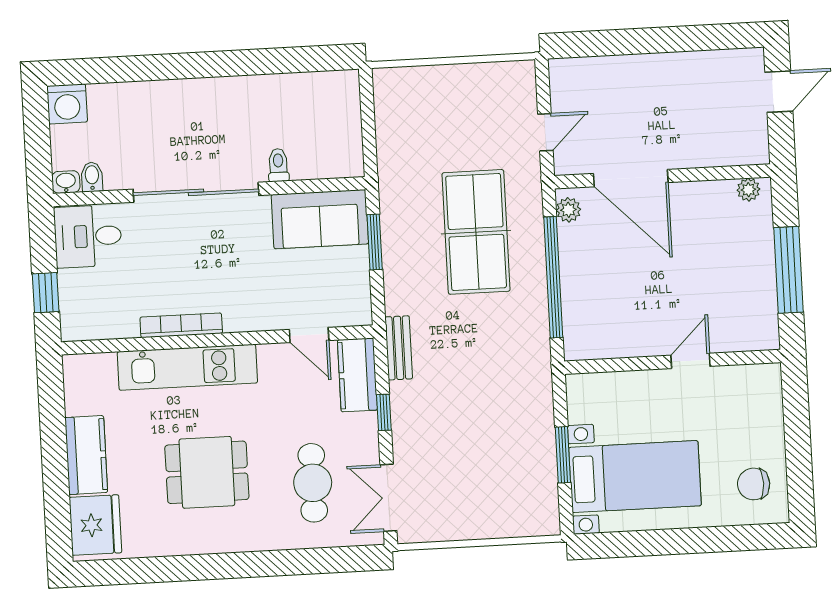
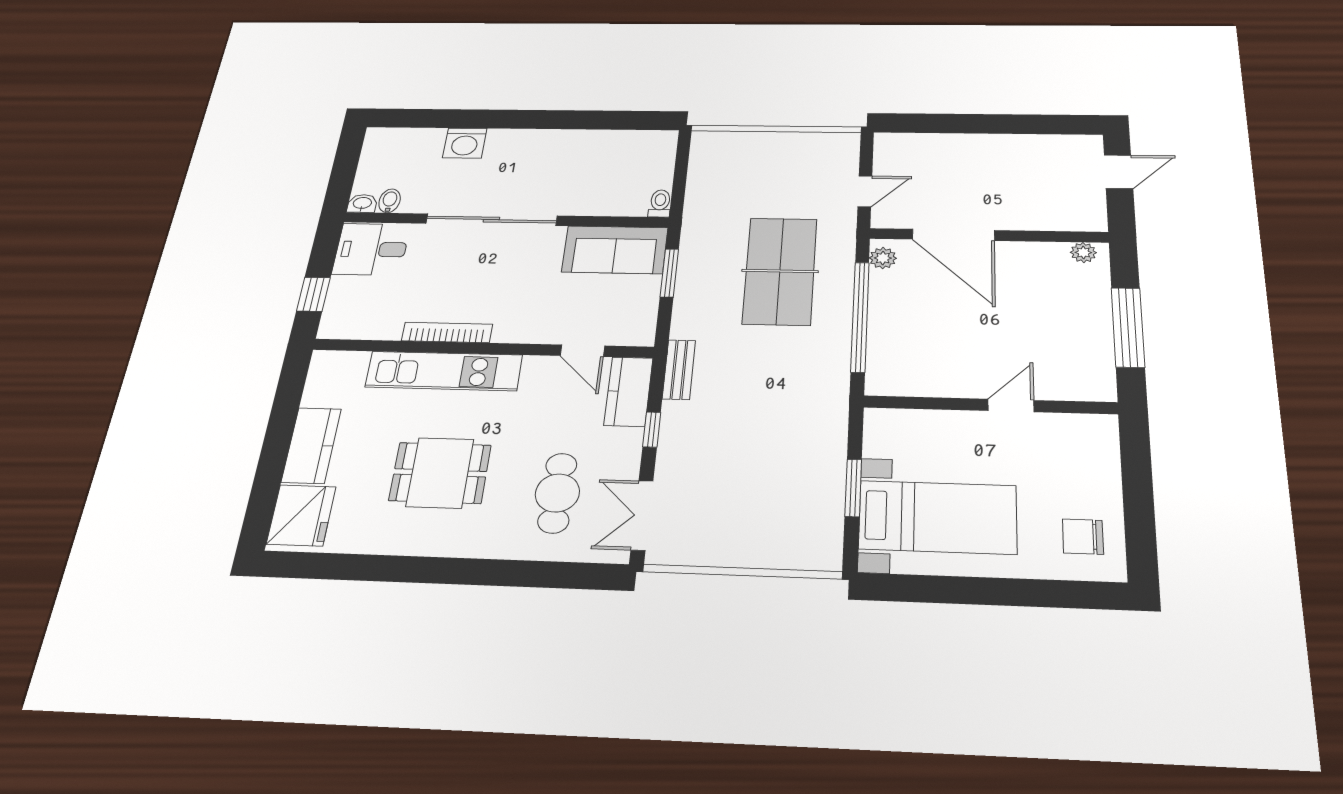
washing machine: (67, 104) -> (465, 143), moved
toilet: (278, 165) -> (660, 203), moved

